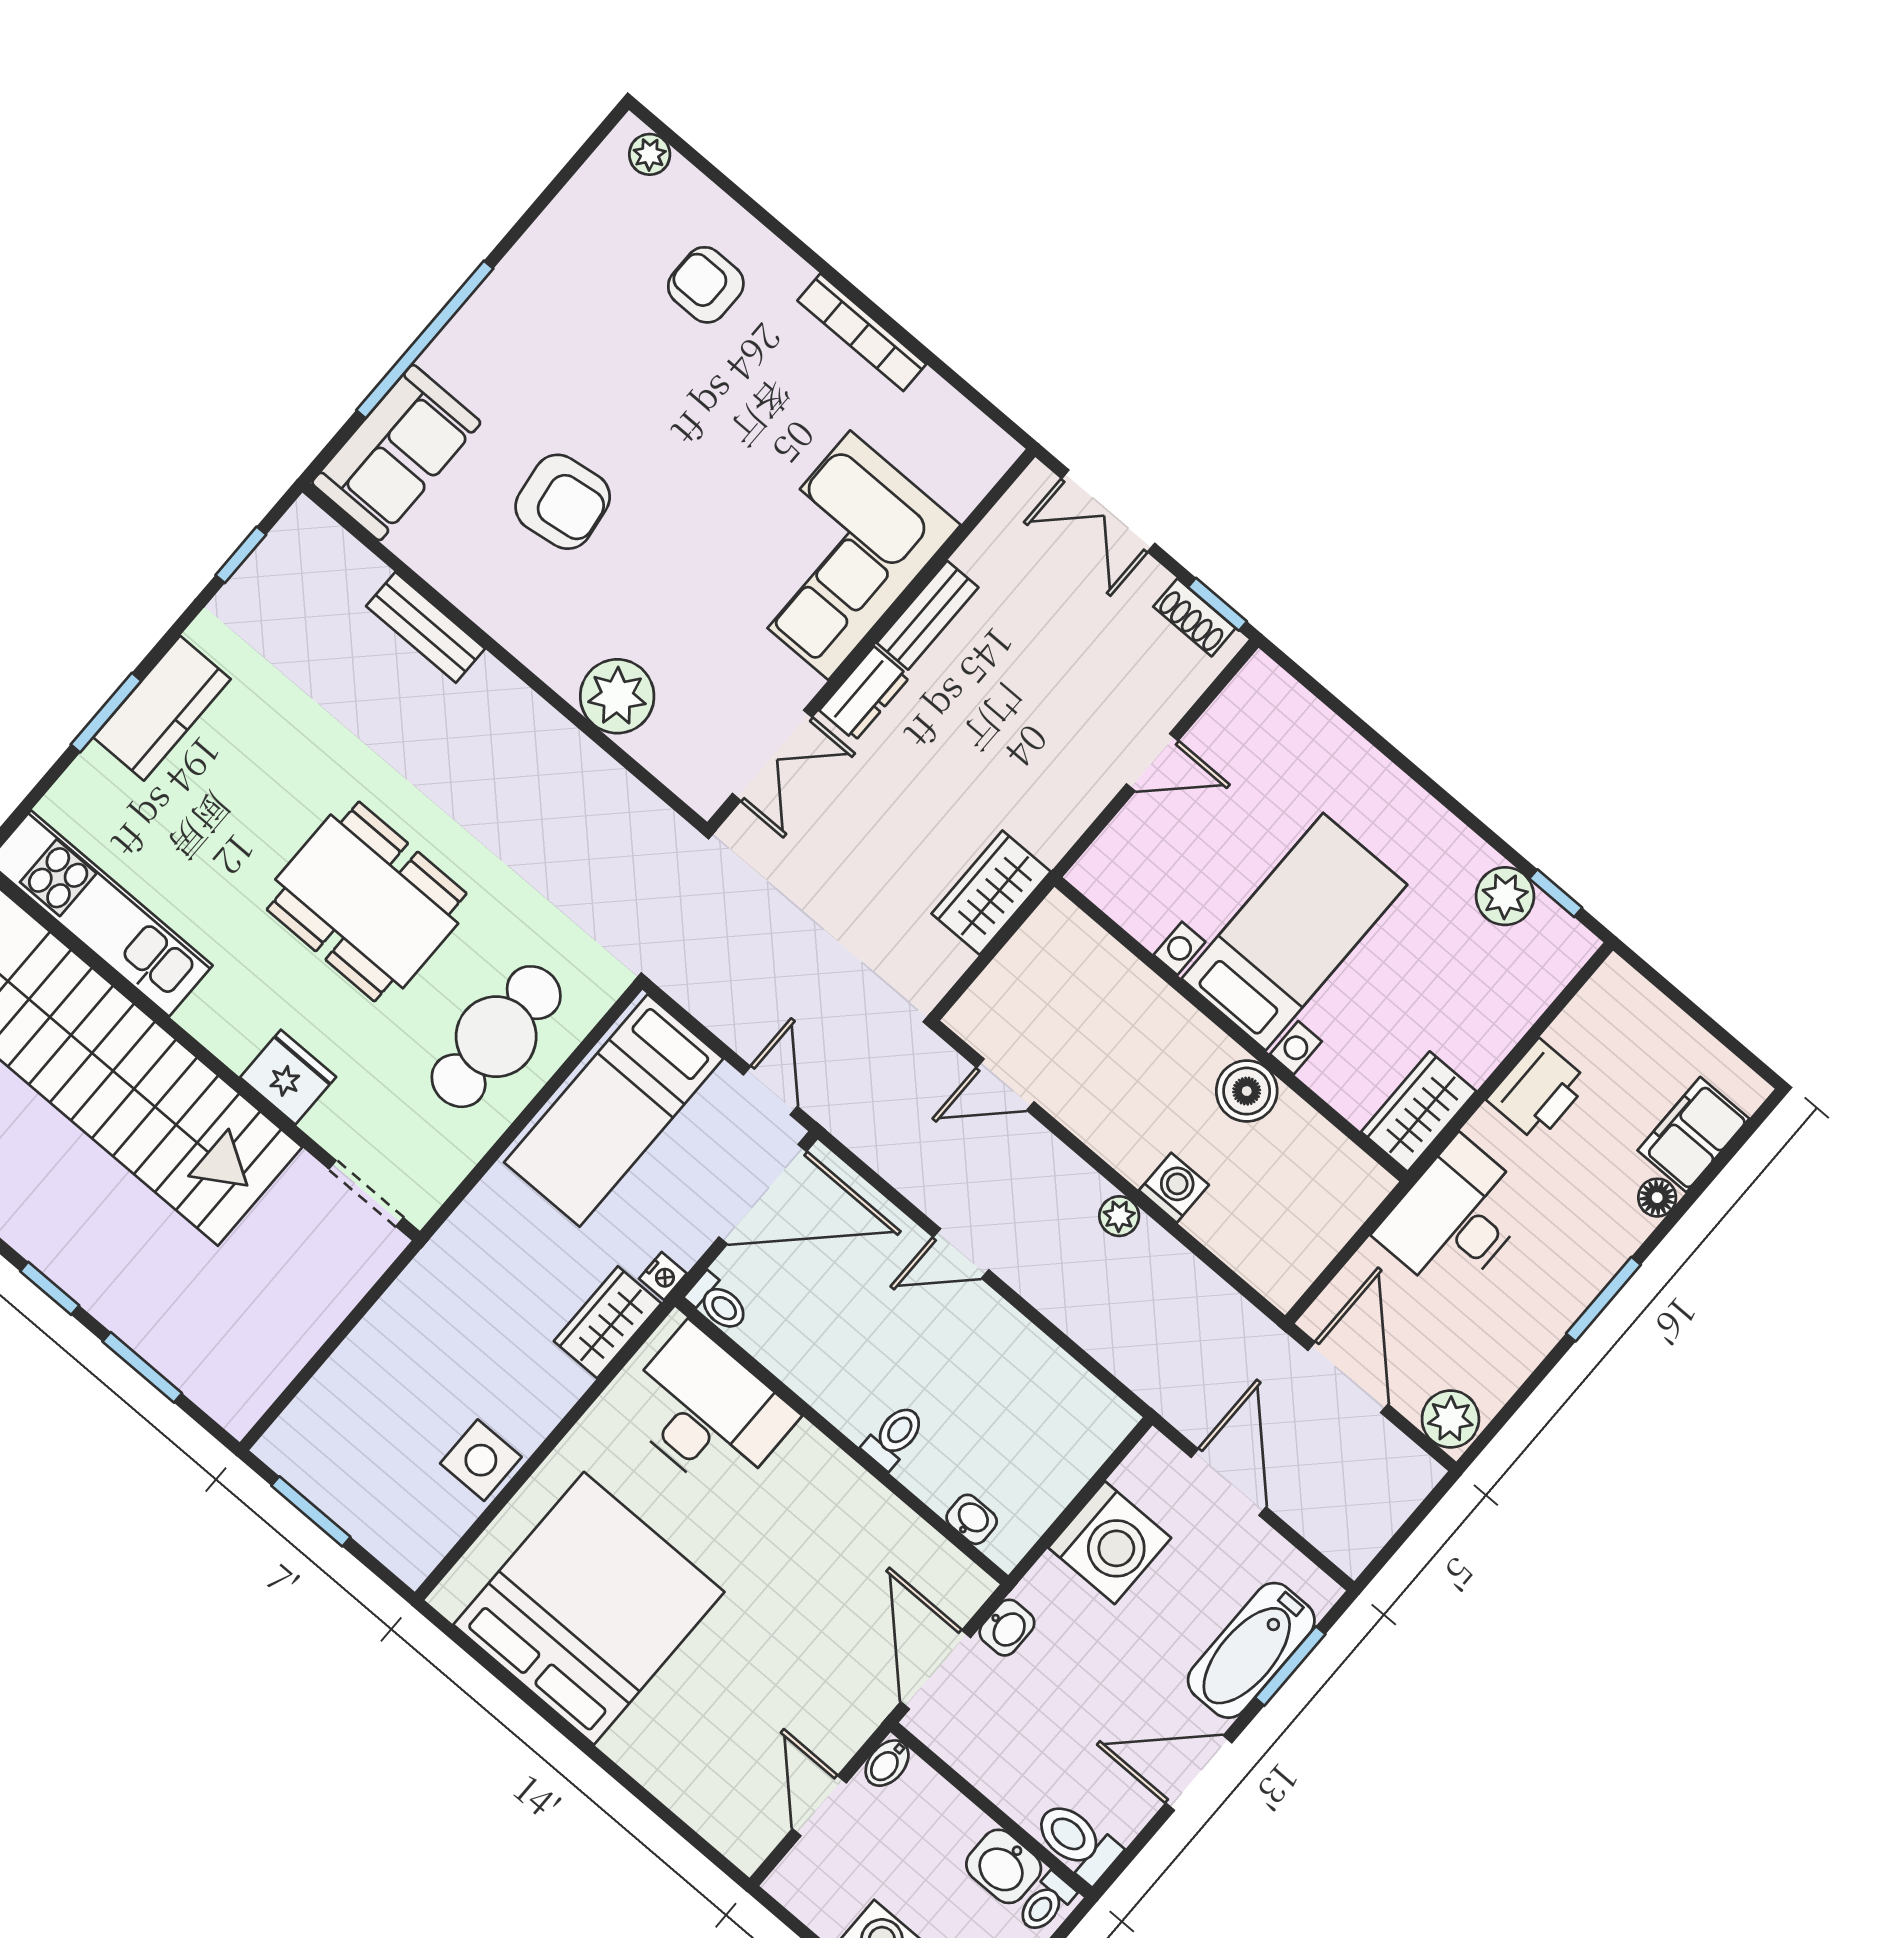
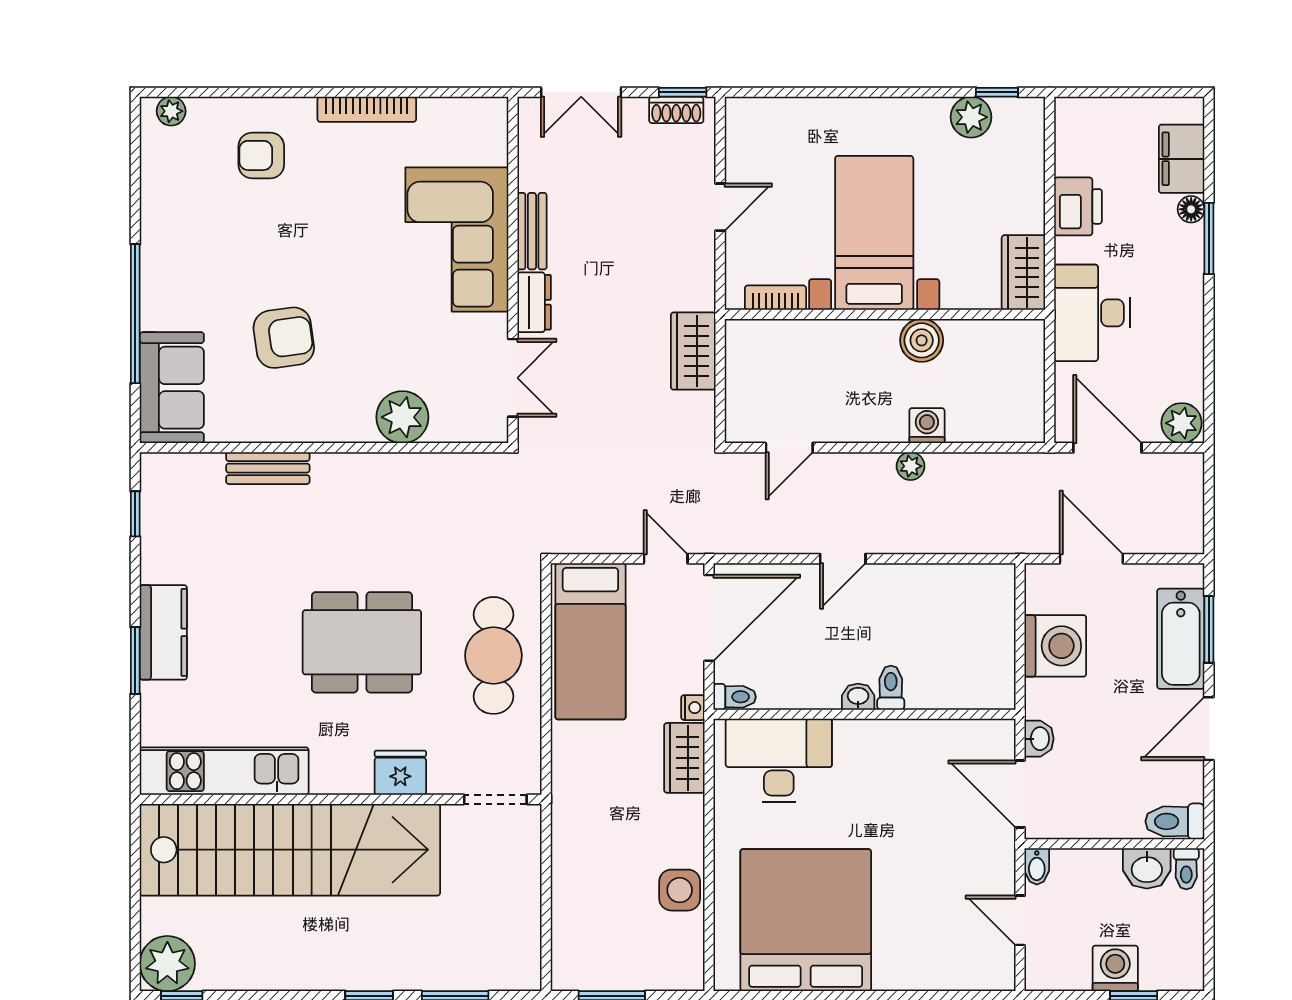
bookcase: (1129, 911) -> (775, 298), added
window: (1603, 1299) -> (1209, 238), moved
washbasin: (972, 1519) -> (858, 697), moved

